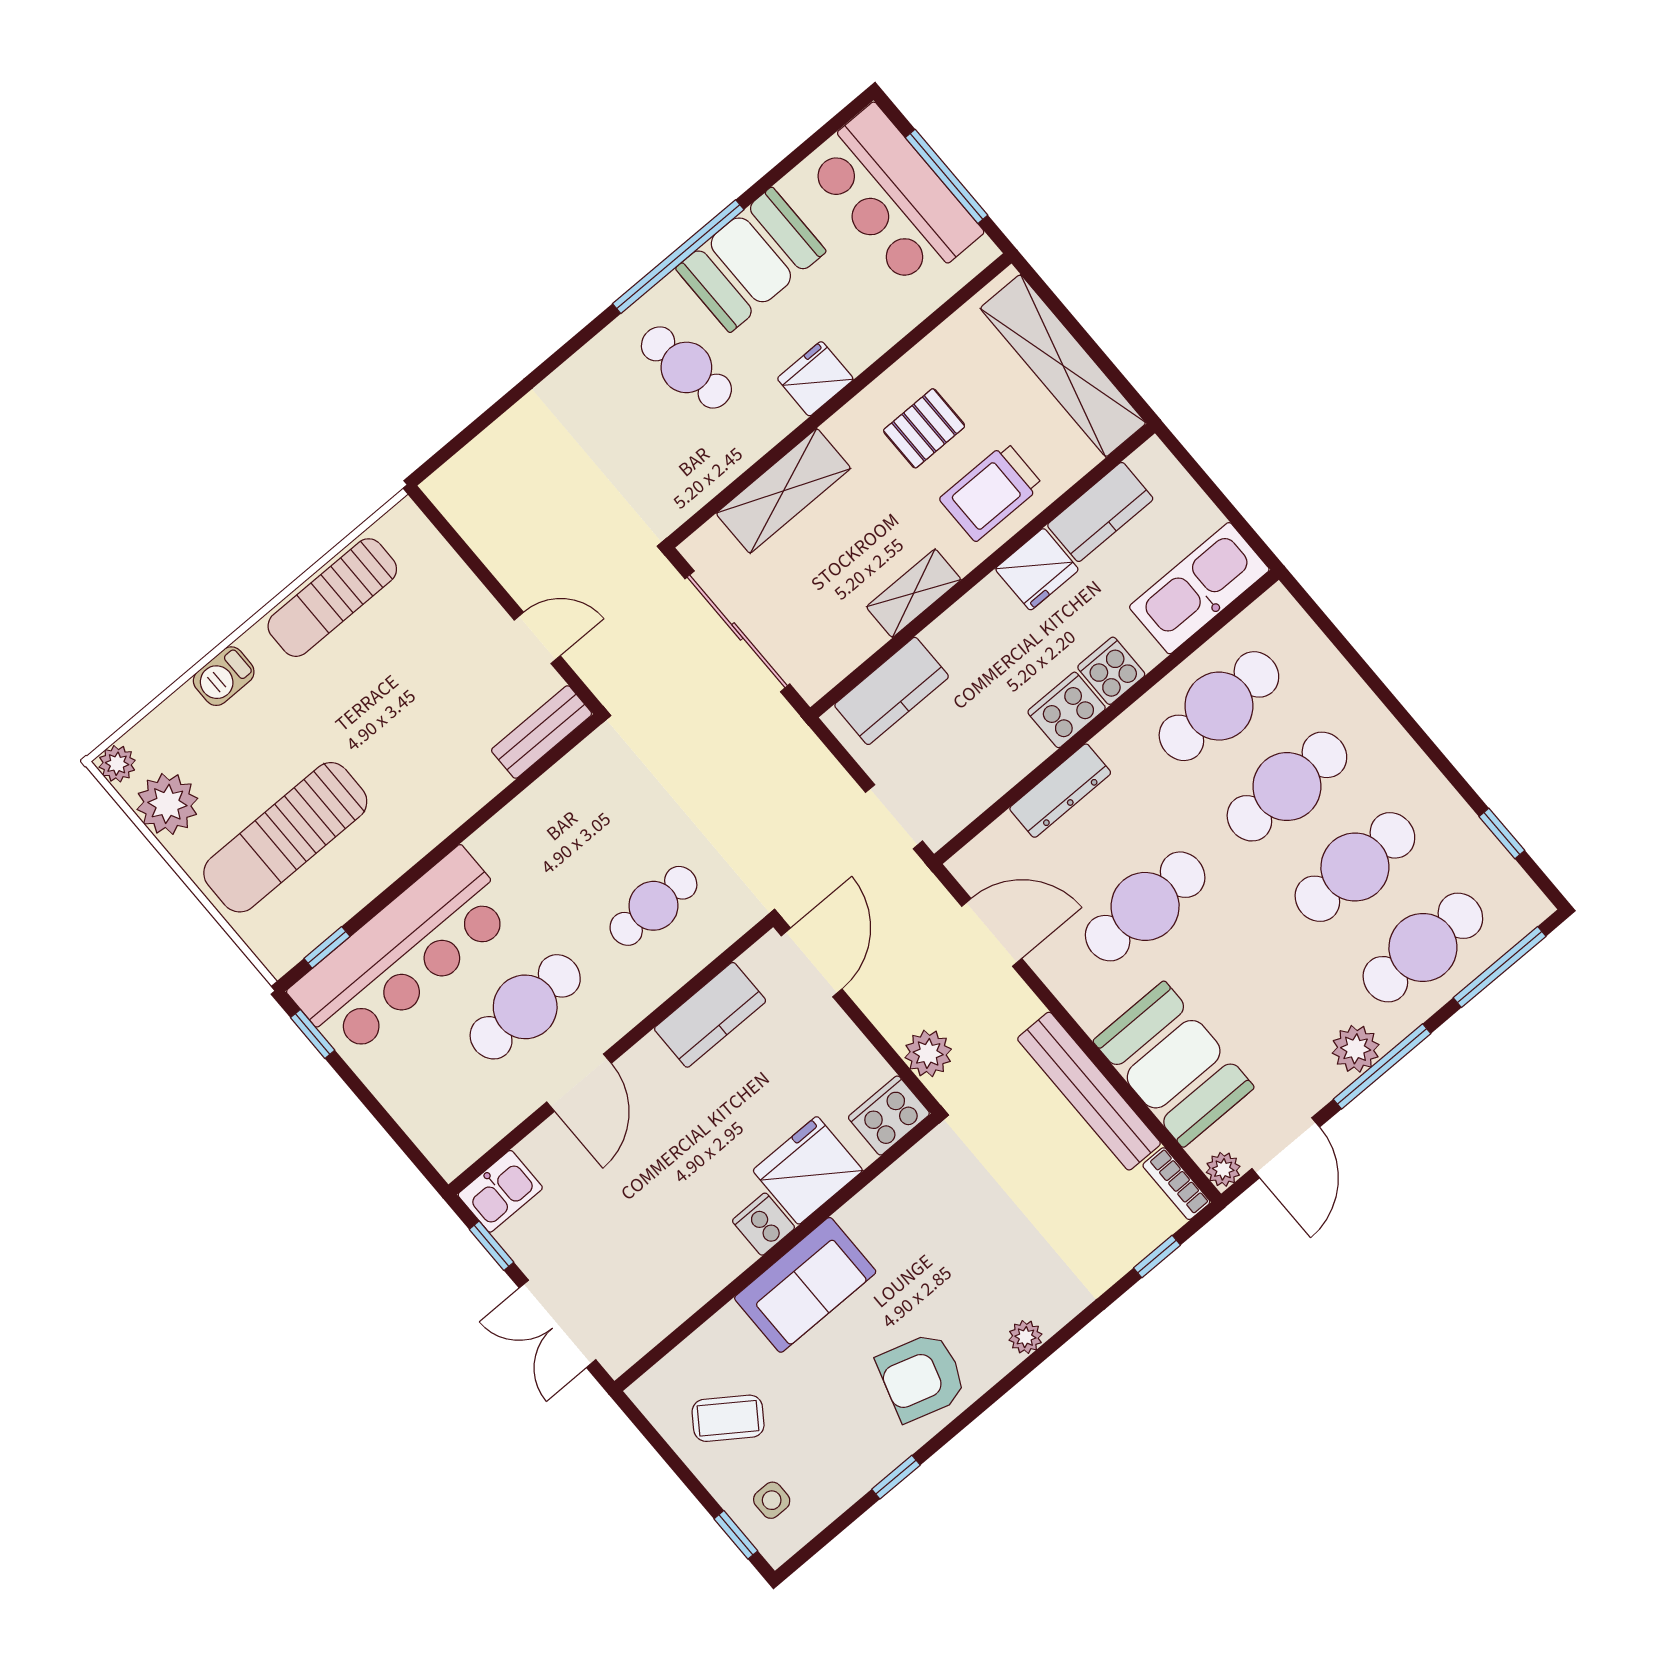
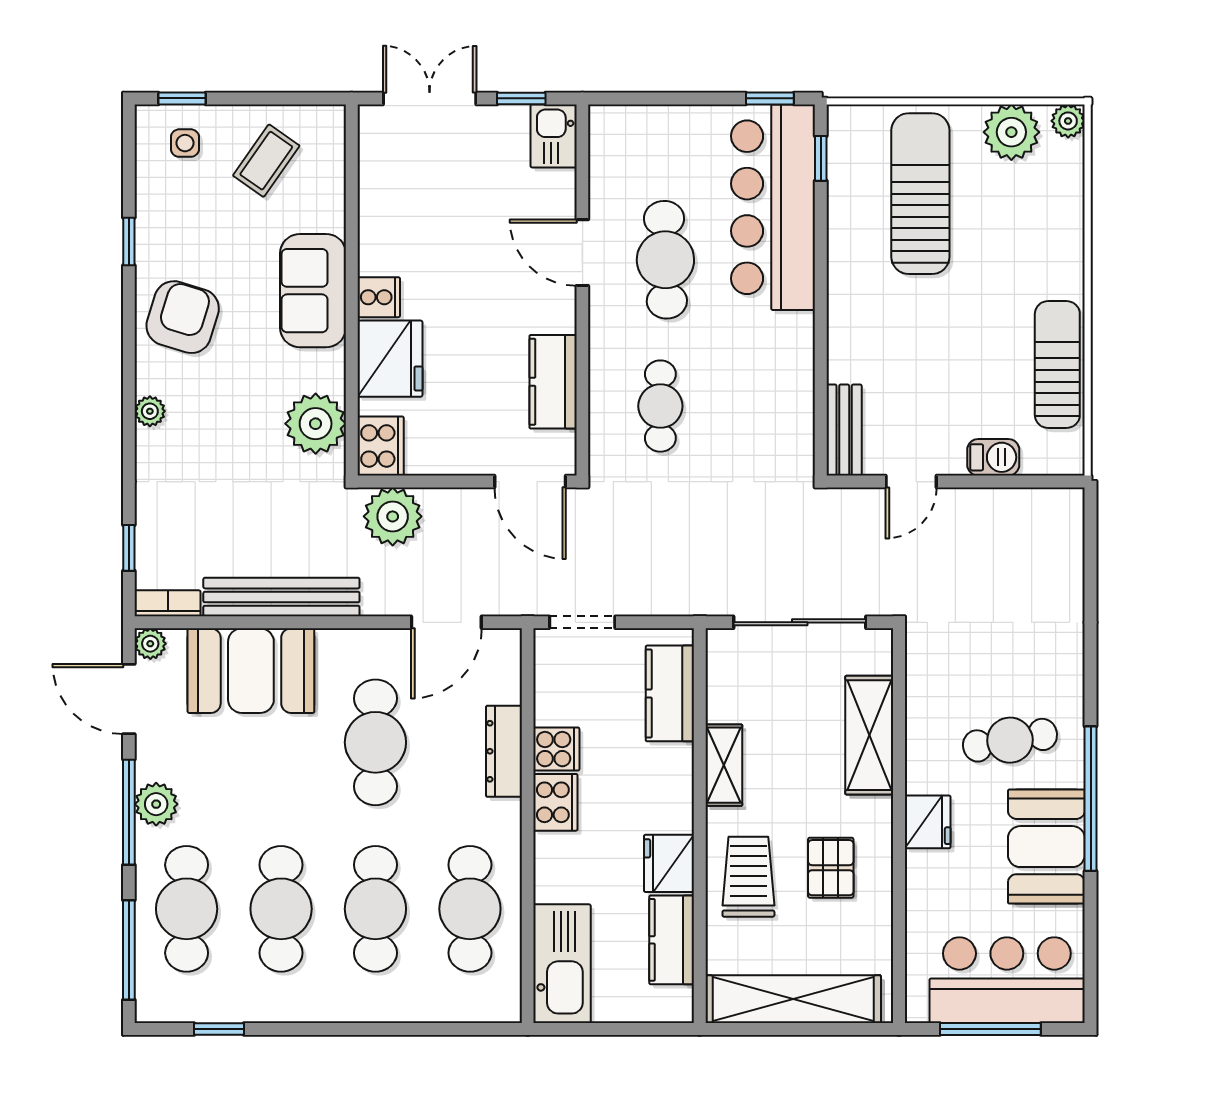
cooker: (1111, 671) -> (556, 749), moved
barbecue: (224, 676) -> (993, 457), moved, turned 90
plant: (928, 1053) -> (393, 516), width x1.36, depth x1.36
plant: (917, 1187) -> (316, 424), added

